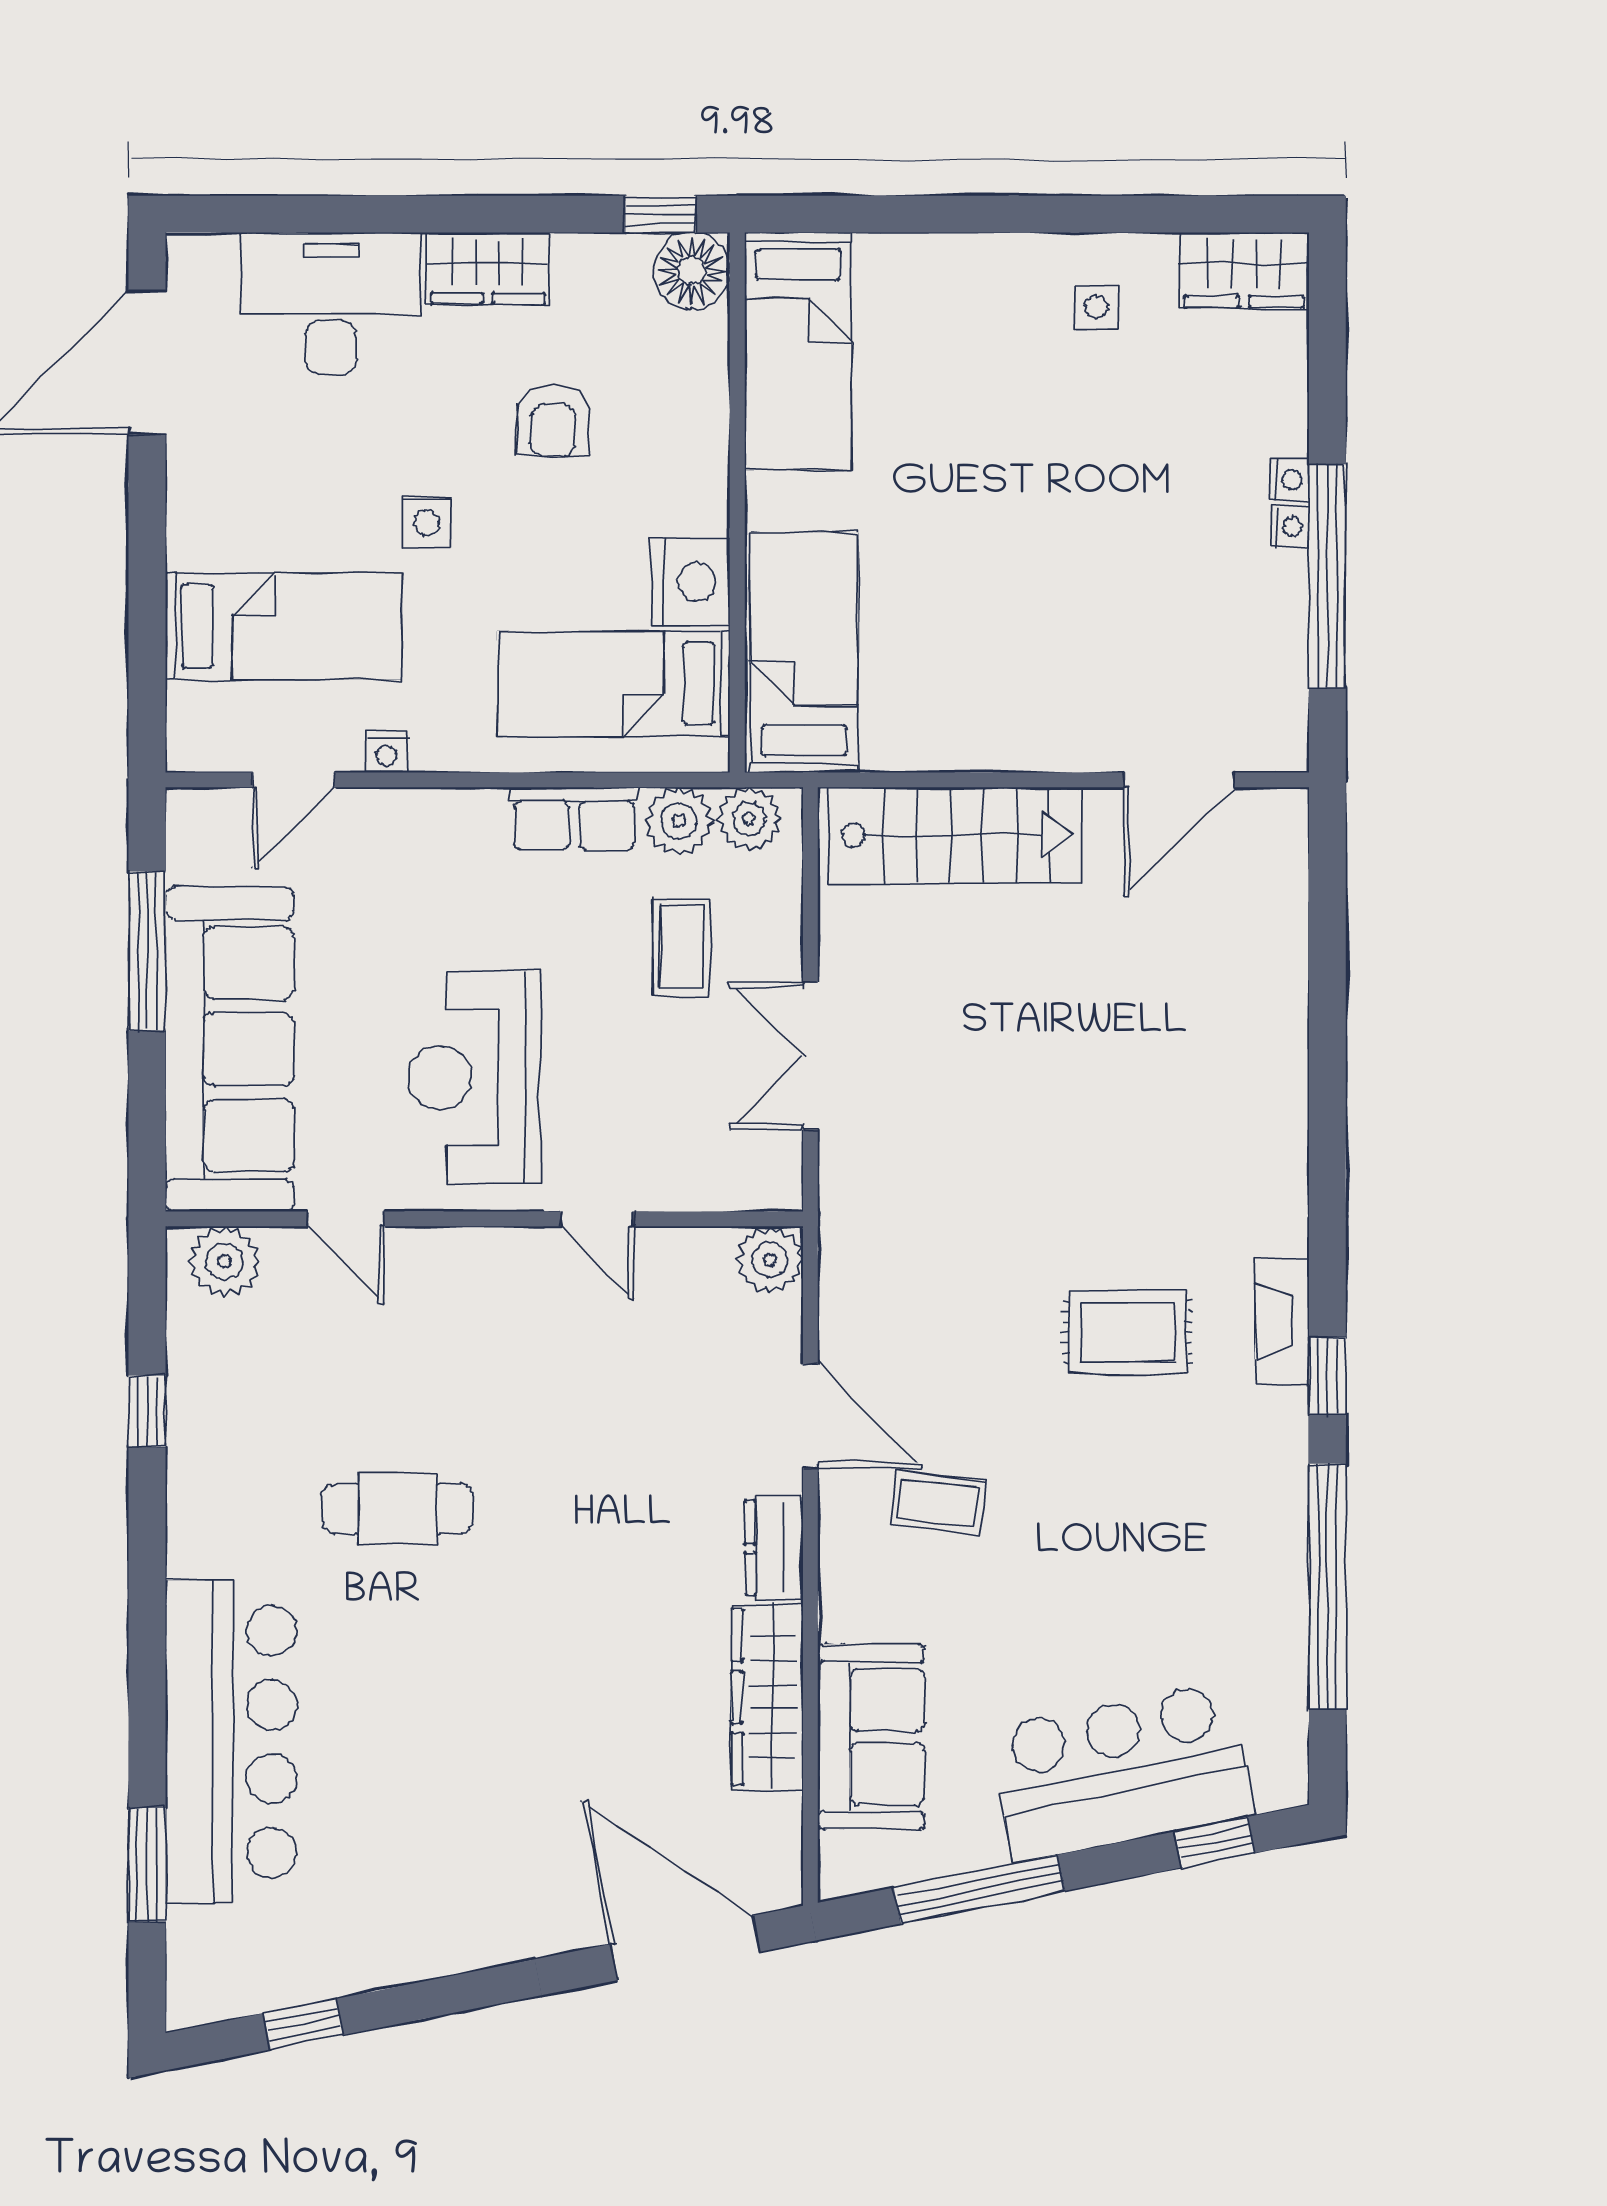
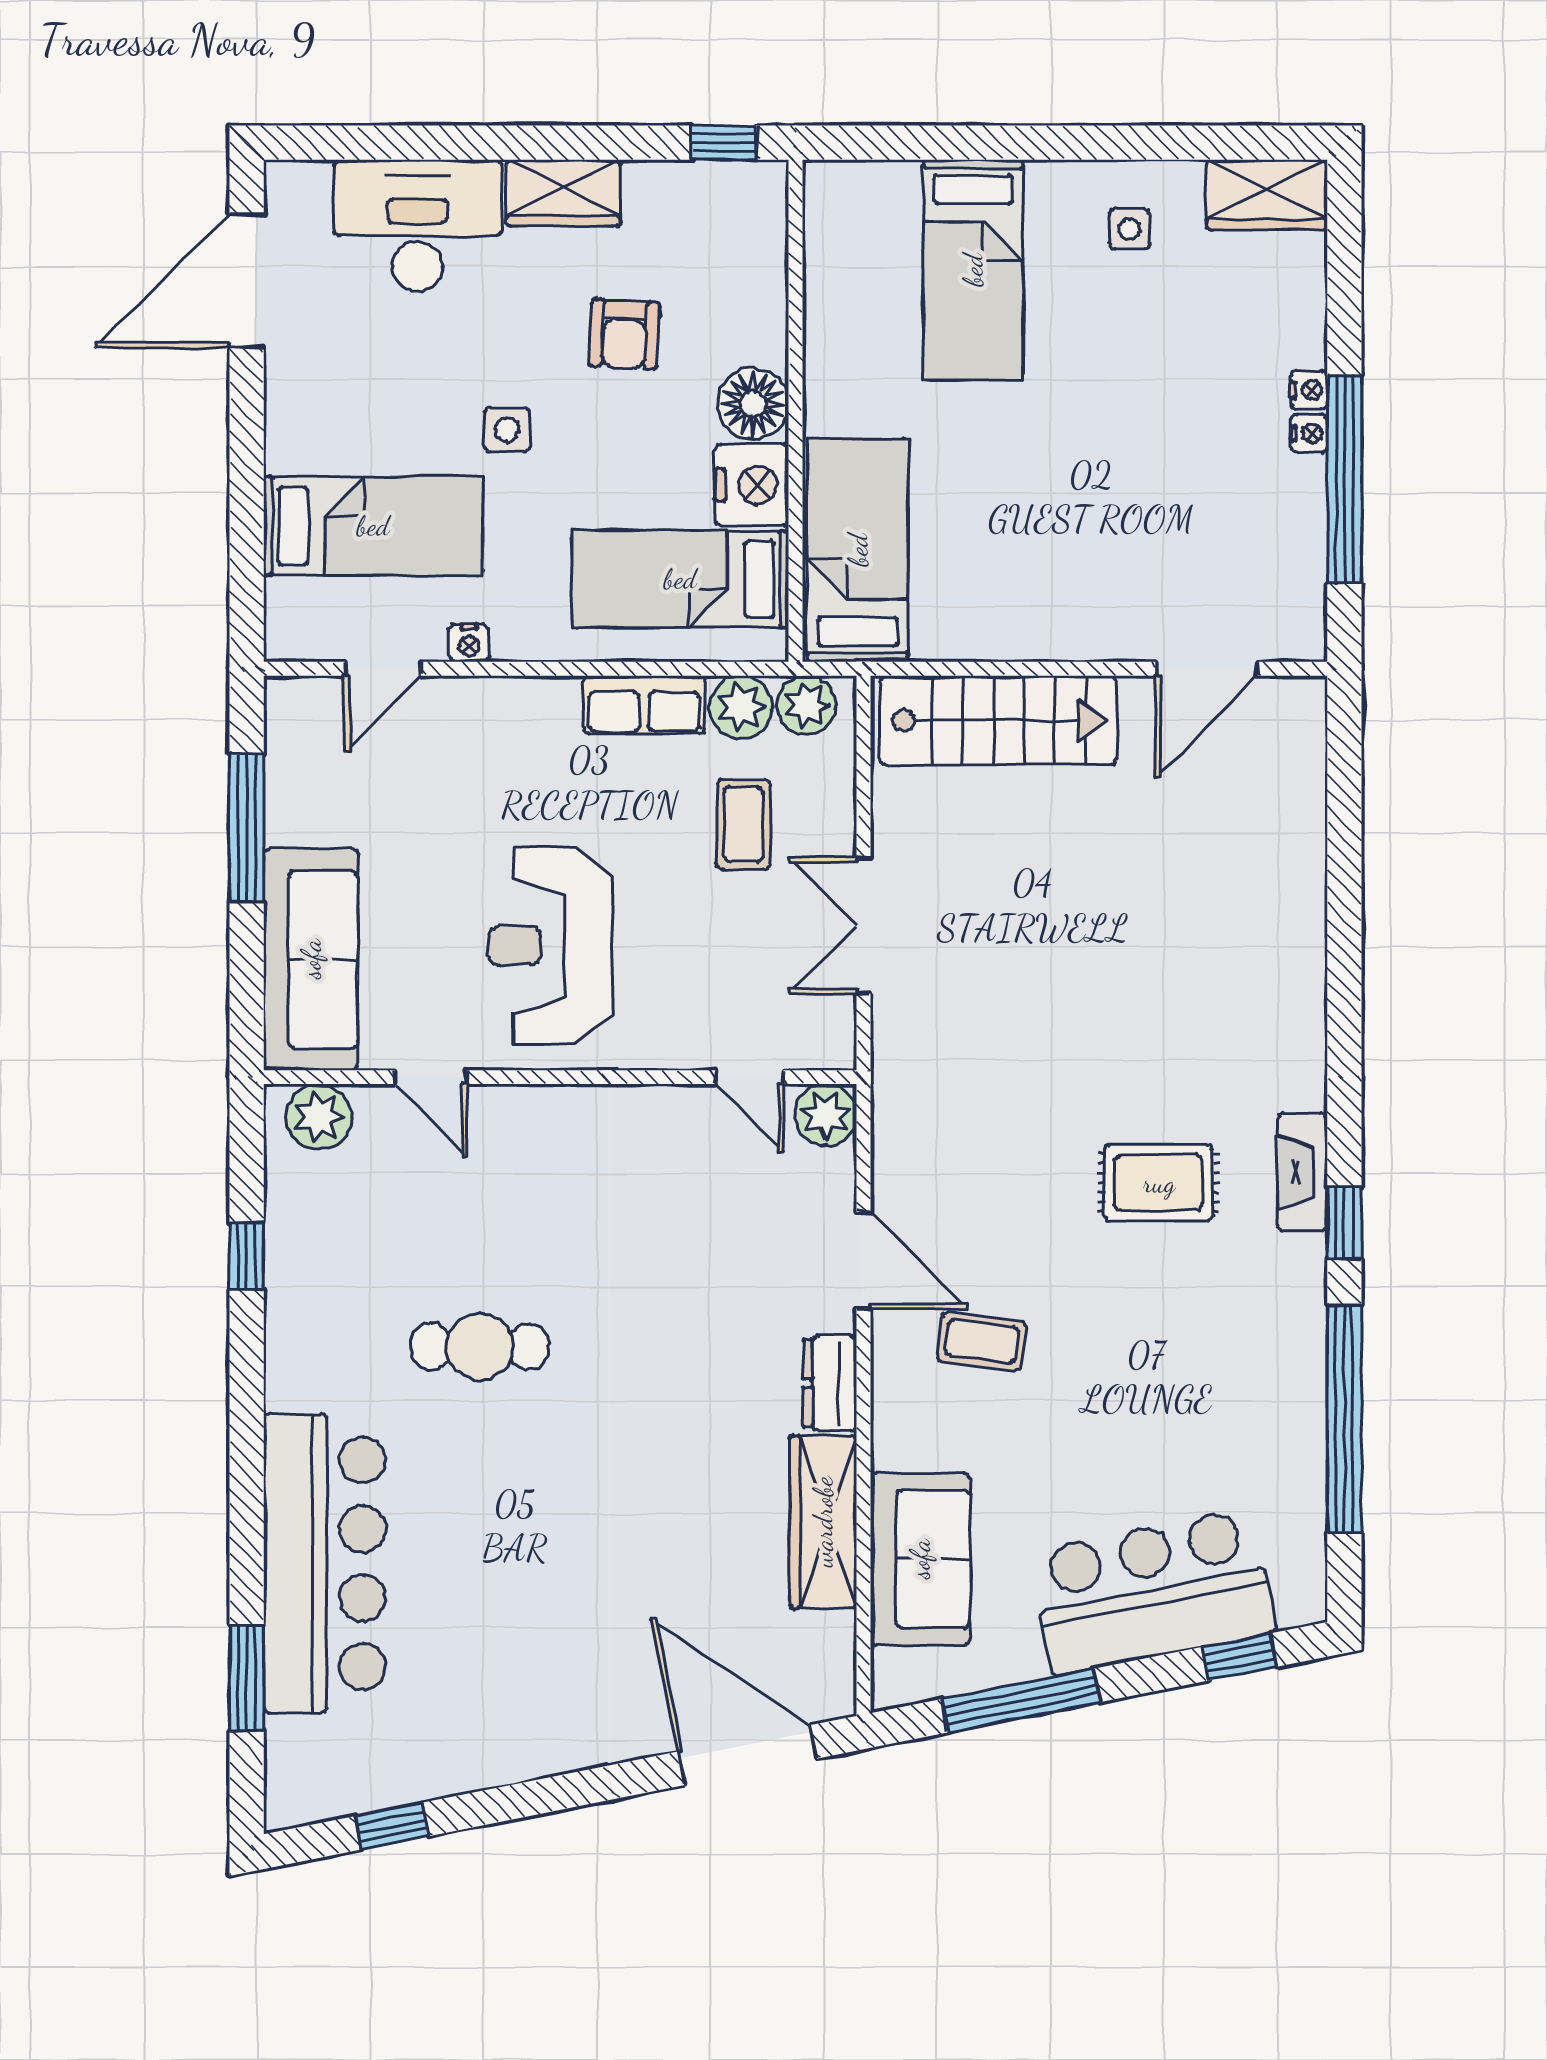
floor lamp: (691, 271) -> (753, 404), moved
bed: (798, 351) -> (973, 270), moved
sofa: (230, 1049) -> (311, 959), width x0.74, depth x0.79
door: (597, 1219) -> (750, 1077), moved

